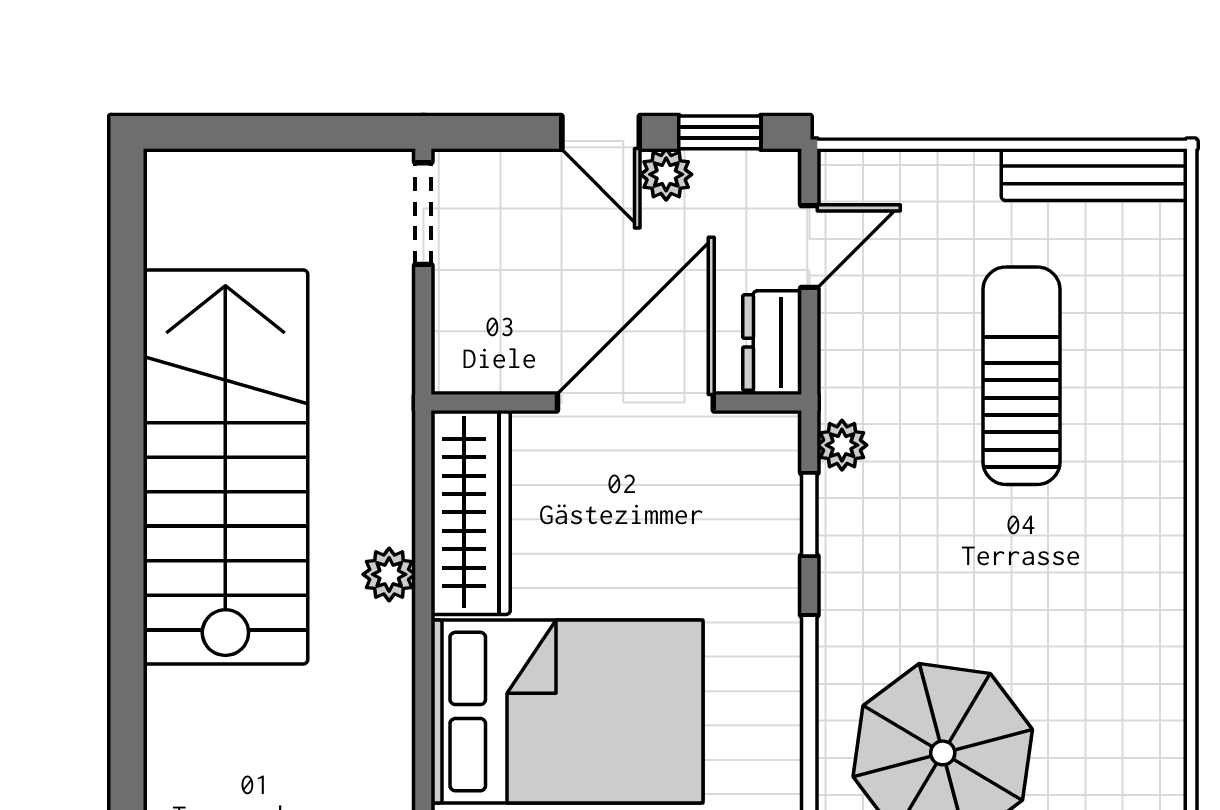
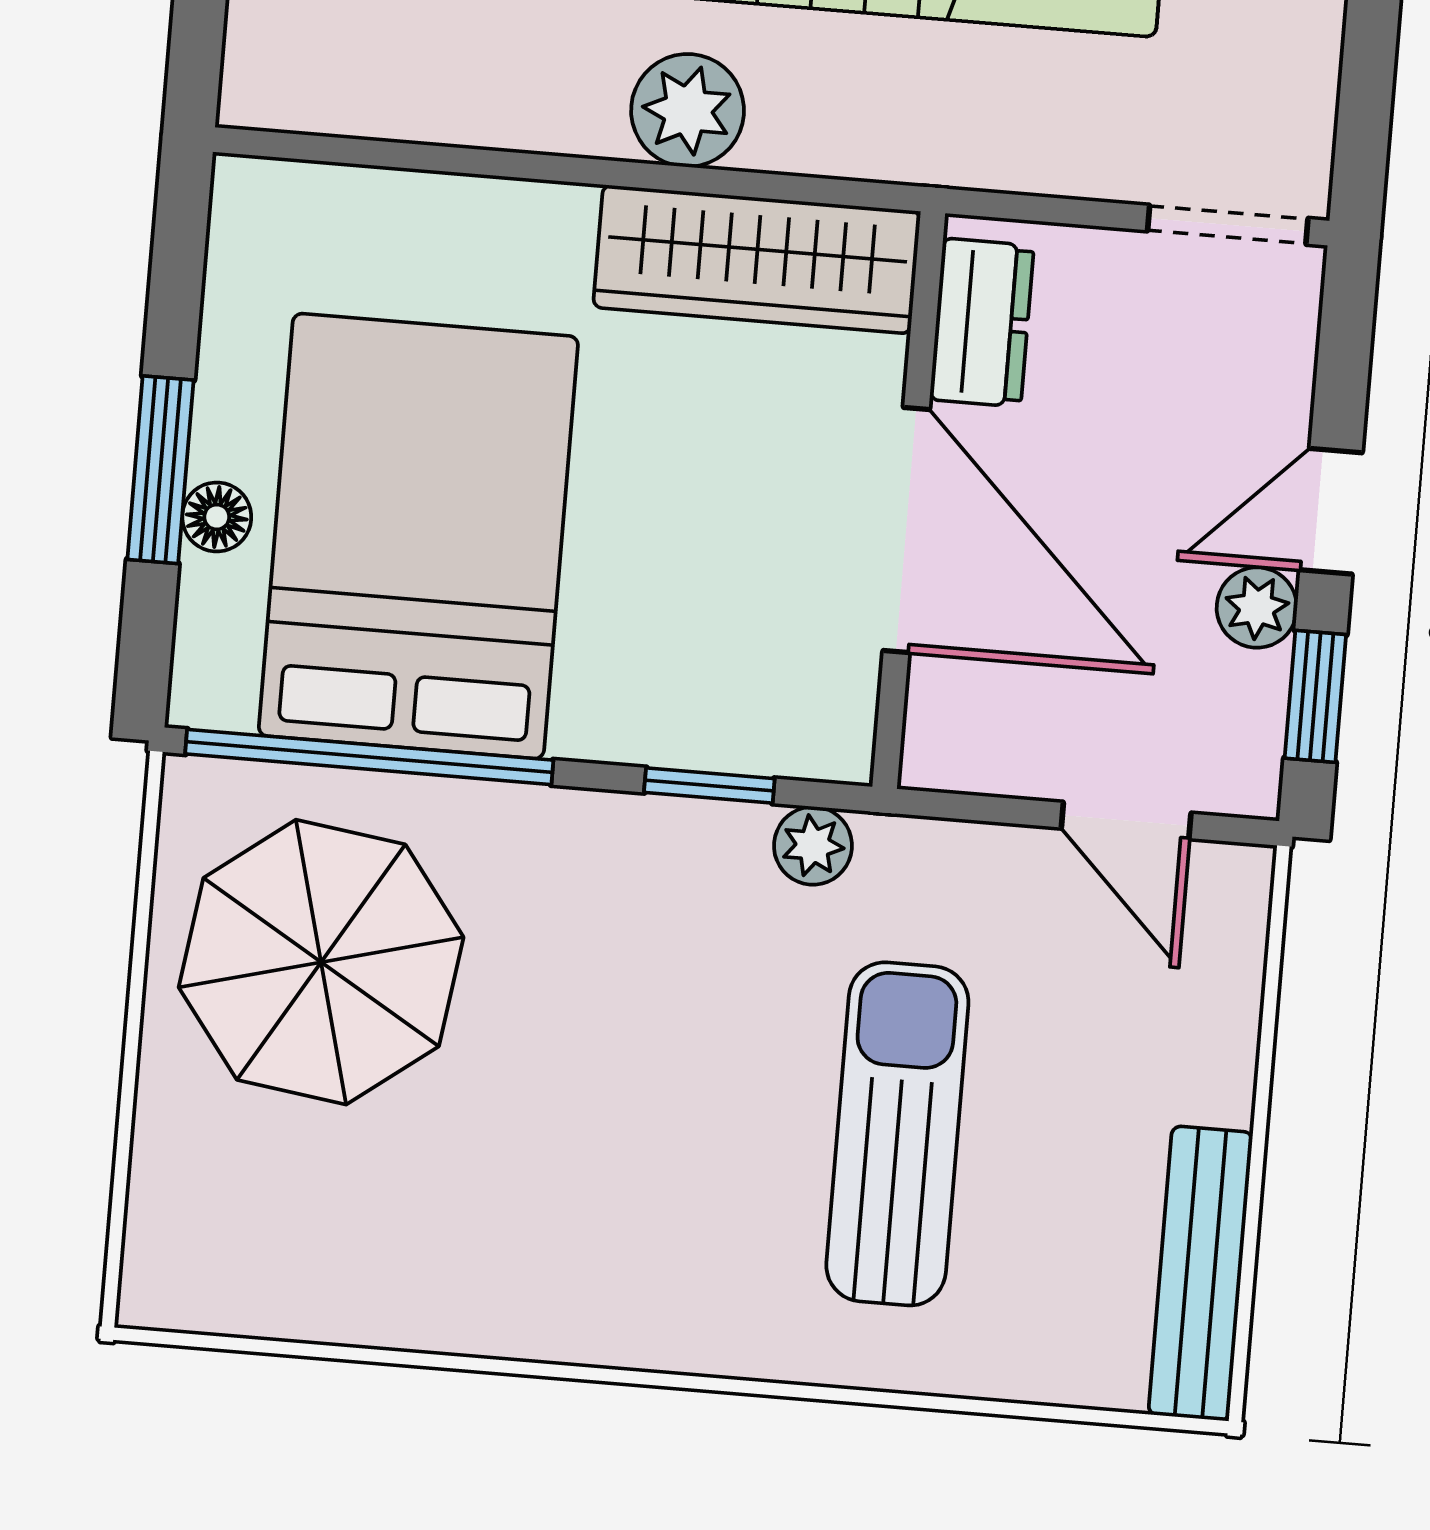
dresser: (772, 343) -> (982, 323), moved, turned 90
sun lounger: (1022, 376) -> (897, 1134), turned -90
plant: (389, 574) -> (688, 110), width x1.38, depth x1.38
bed: (567, 712) -> (418, 536), moved, turned 180

